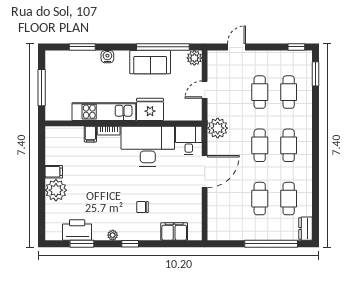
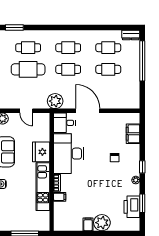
cafe table: (260, 92) -> (28, 69), width x1.37, depth x1.35

